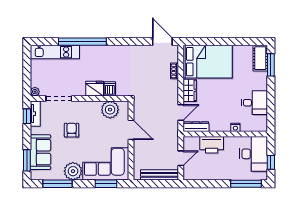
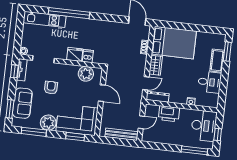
cot: (260, 58) -> (217, 61), moved

